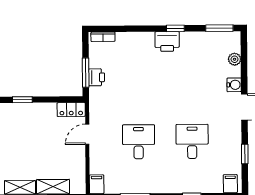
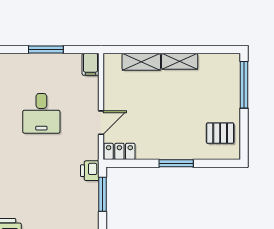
printer: (97, 77) -> (90, 171), moved
window: (22, 100) -> (176, 163), width x1.50

